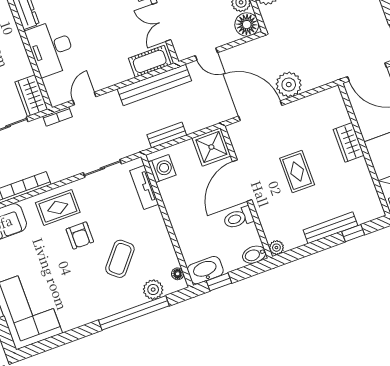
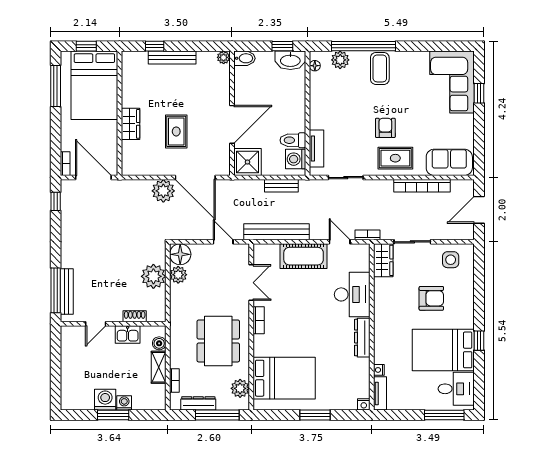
cot: (150, 61) -> (304, 256), moved, width x1.37, depth x1.34
door: (84, 98) -> (340, 242), swing flipped
rug: (297, 171) -> (176, 131), moved
toilet: (238, 218) -> (293, 140), moved, turned 180
coffee table: (120, 259) -> (380, 68), moved, turned -40

